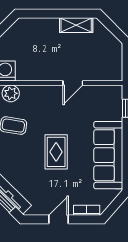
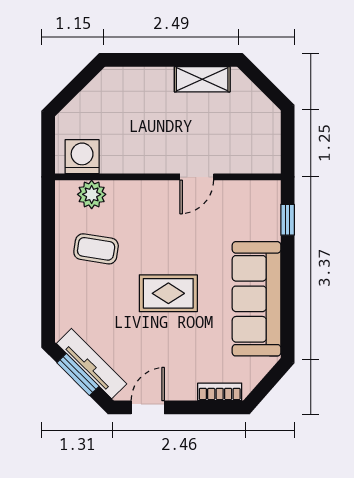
rug: (56, 152) -> (168, 293), turned 90
door: (59, 219) -> (148, 407), moved

